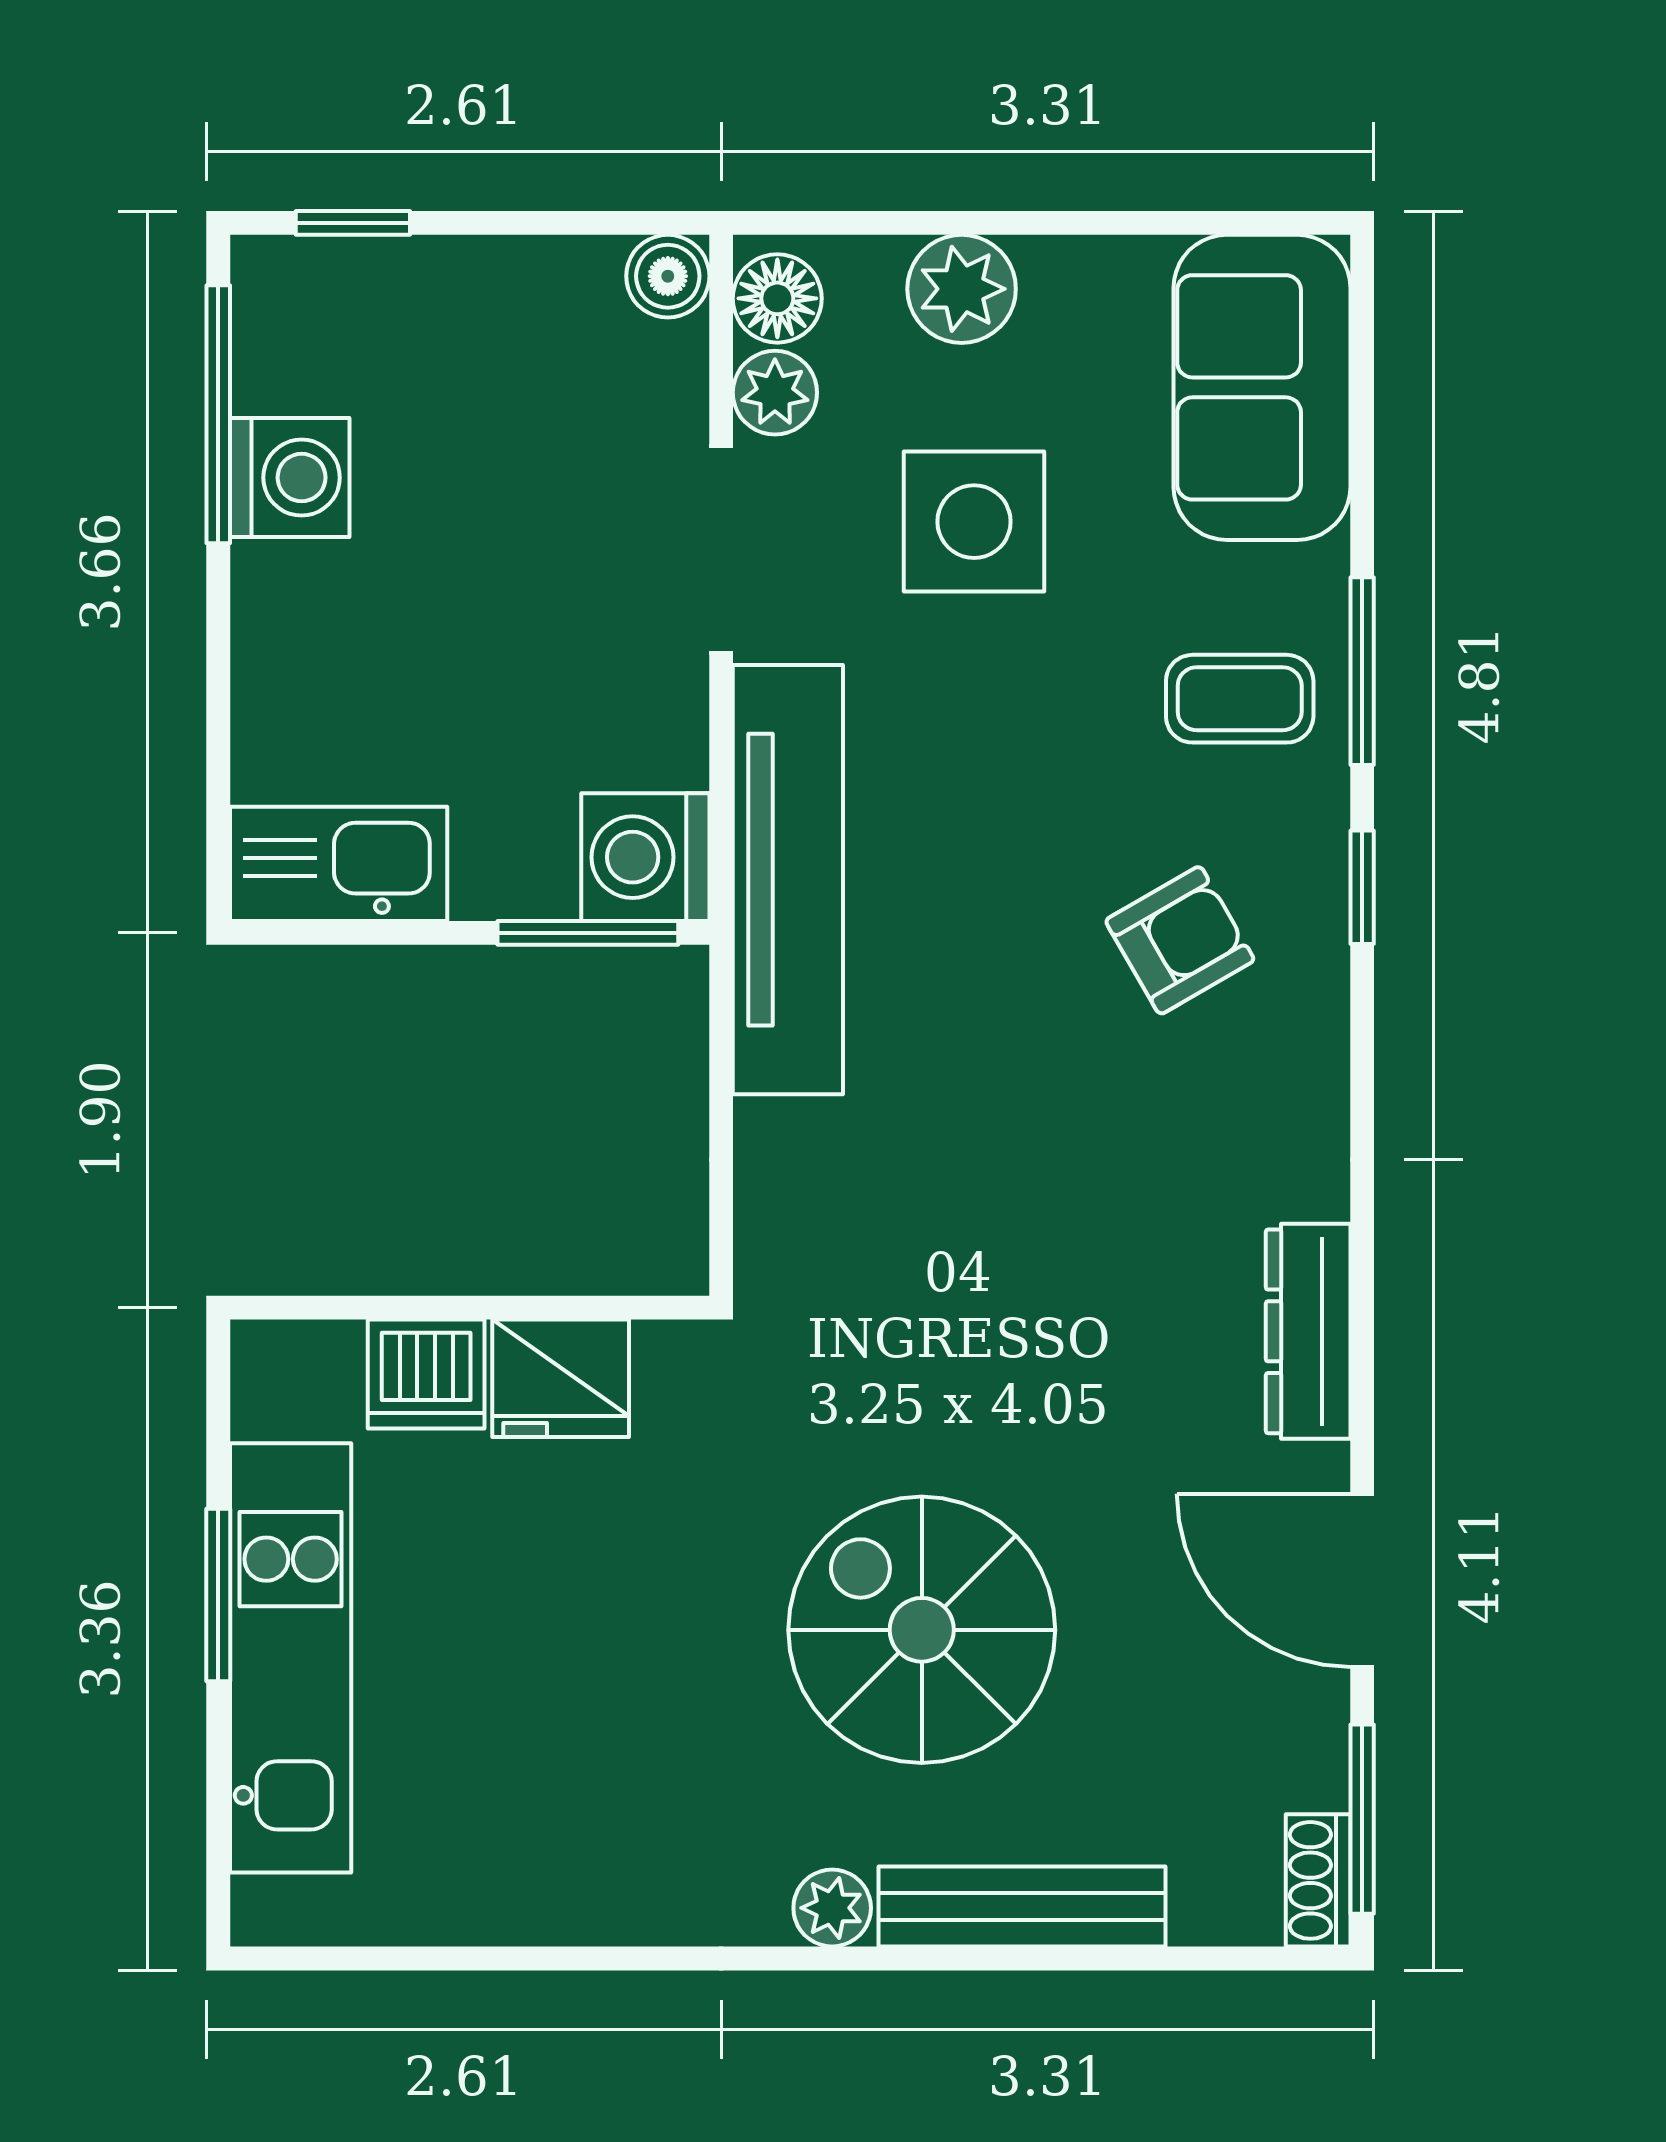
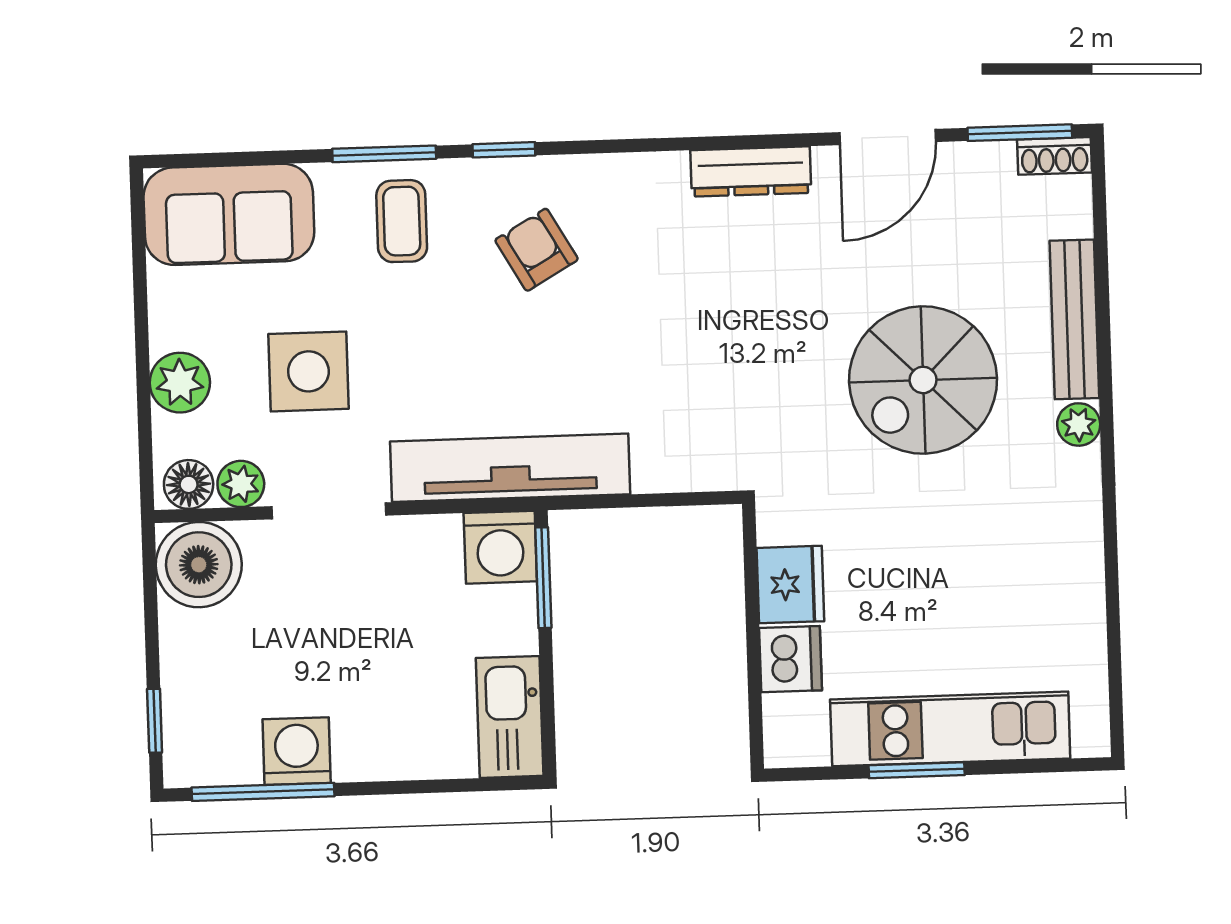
boiler: (668, 276) -> (199, 565), width x1.86, depth x1.86

